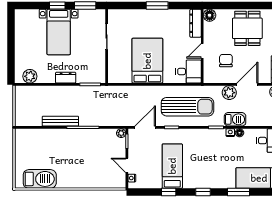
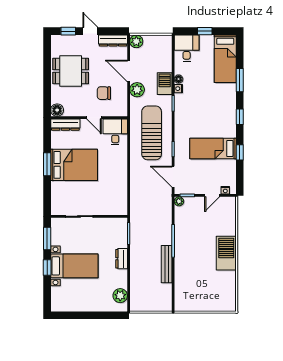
bed: (147, 61) -> (74, 165), moved, turned 180
barbecue: (40, 179) -> (226, 253), moved

